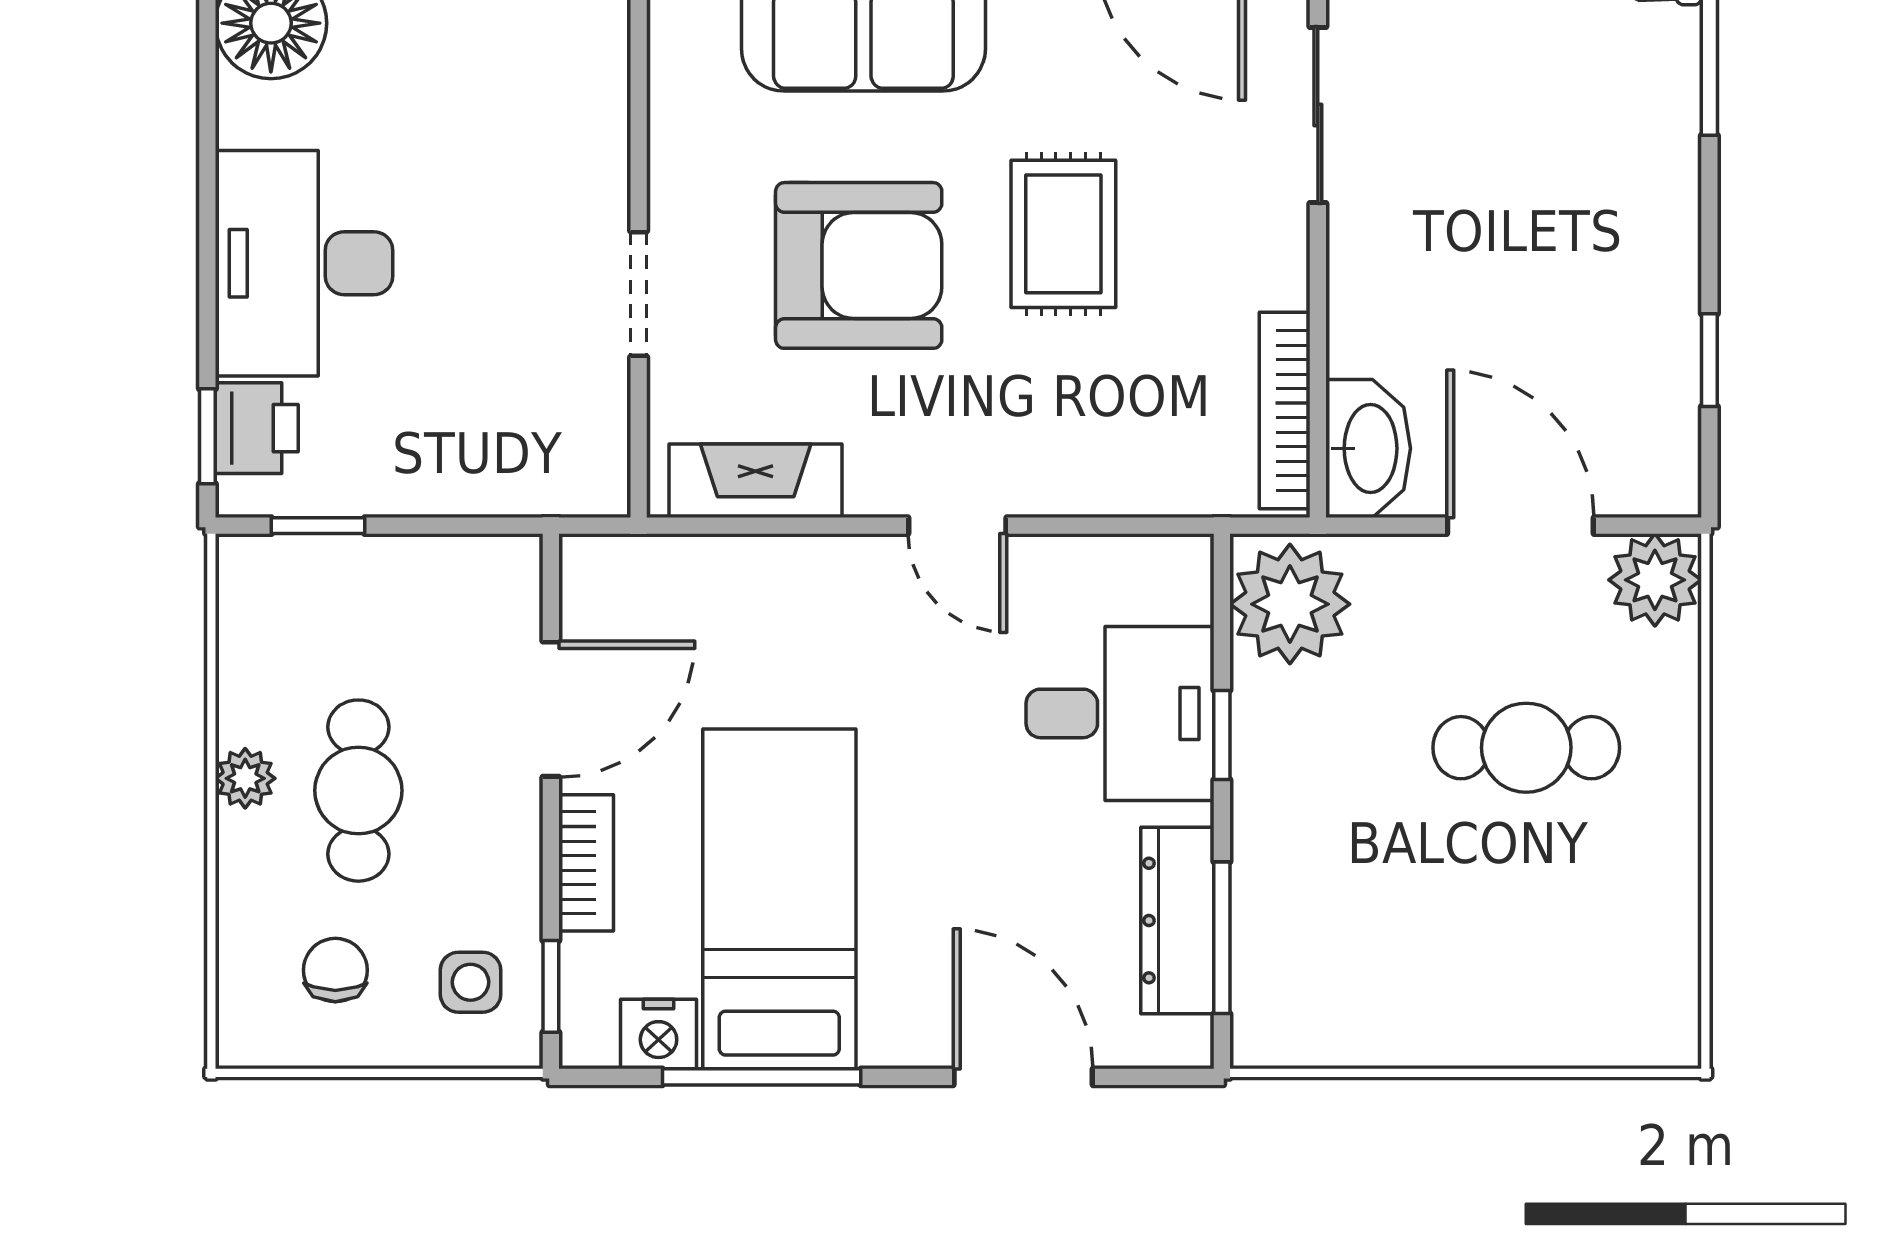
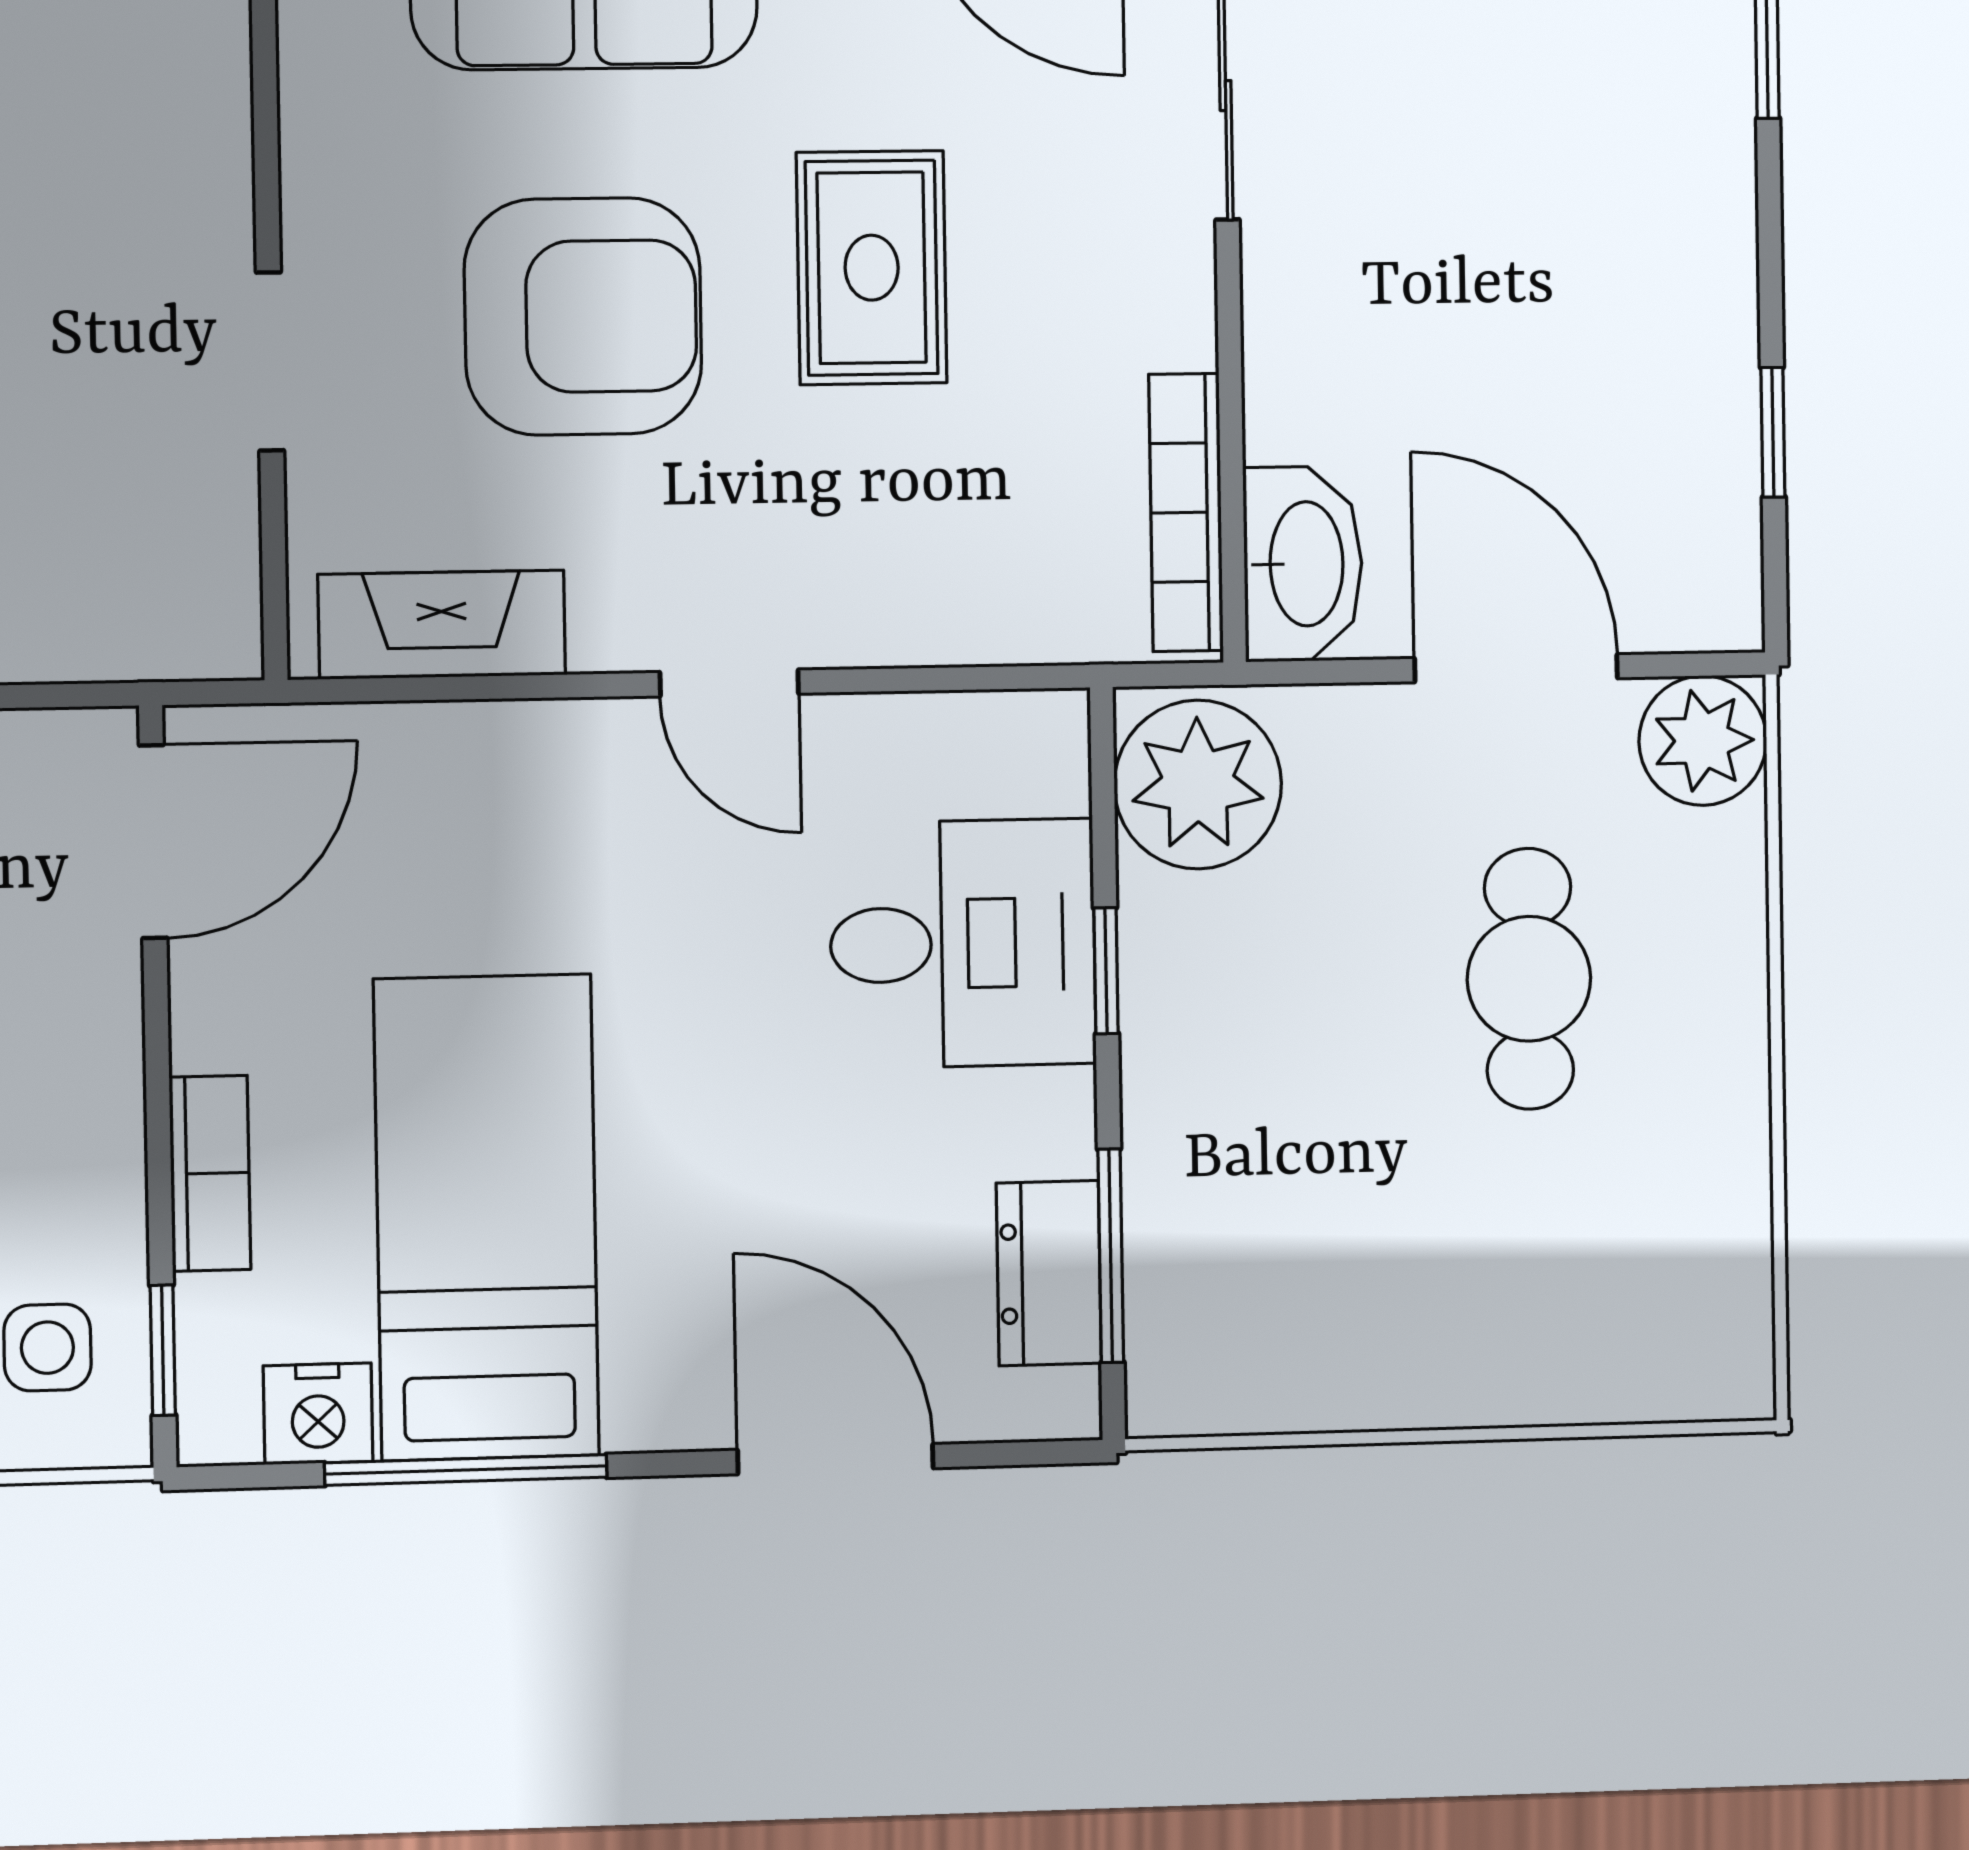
door: (551, 709) -> (153, 842), moved
cafe table: (1526, 748) -> (1529, 979), turned 90
dresser: (1177, 921) -> (1049, 1273), width x0.70

